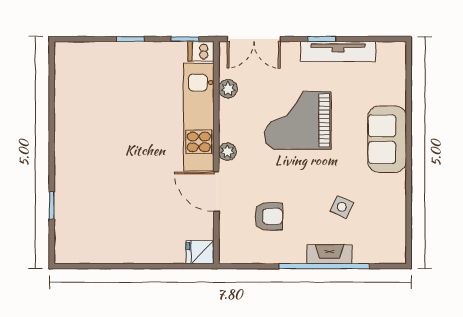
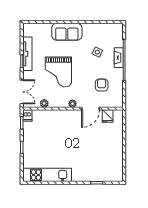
kitchen unit: (199, 117) -> (47, 175), moved, turned 180
fridge: (200, 252) -> (108, 116), moved

